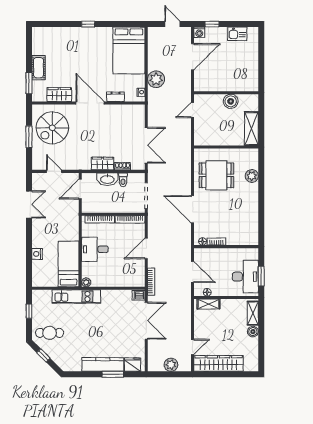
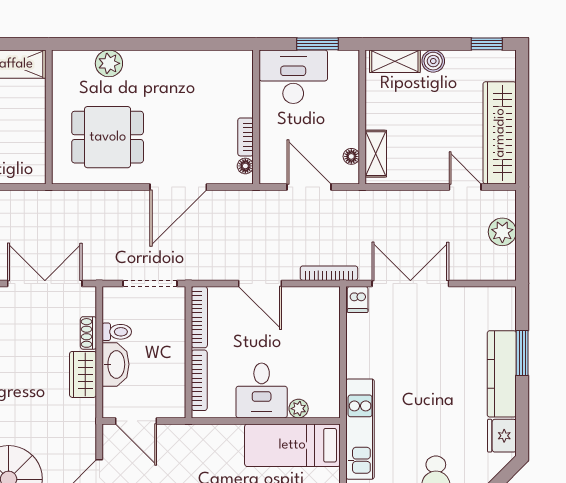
dining table: (216, 175) -> (108, 137), turned 90
door: (193, 272) -> (309, 187), hinge flipped
desk: (245, 277) -> (293, 77), moved
plant: (86, 282) -> (299, 409), moved
window: (261, 357) -> (487, 44), added
fridge: (132, 365) -> (502, 436), moved

